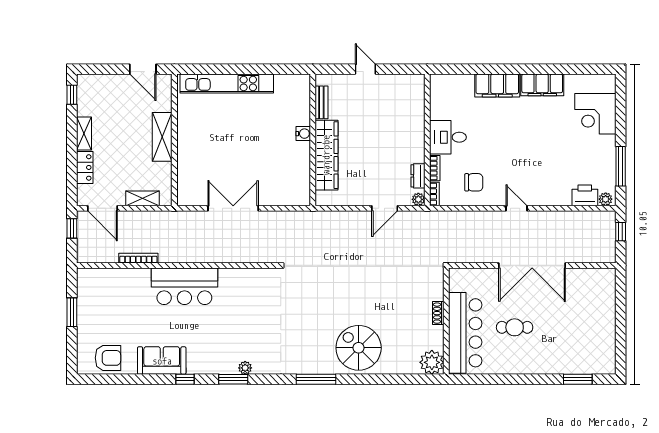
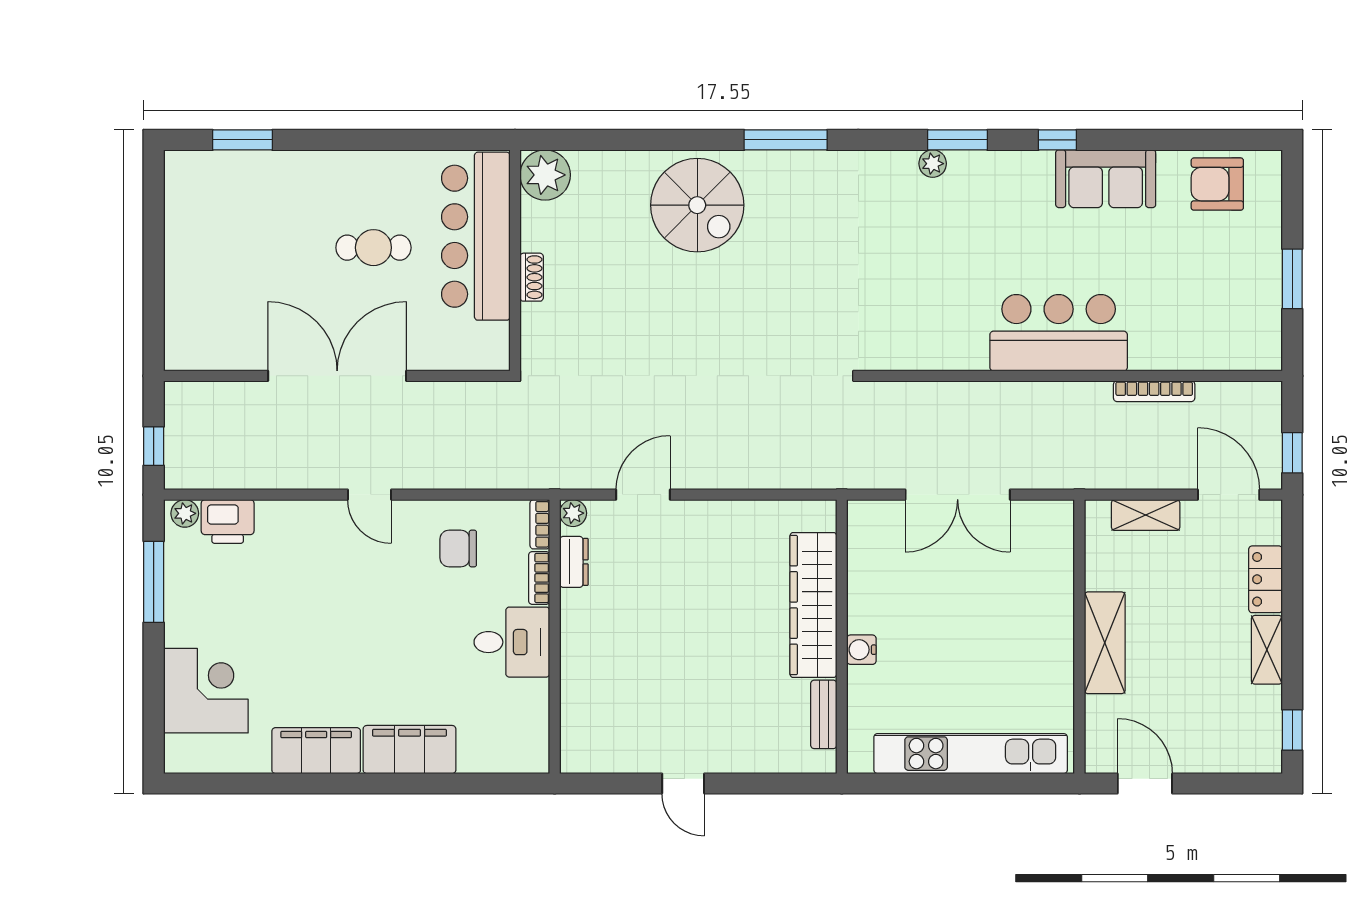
bench: (321, 102) -> (824, 714), moved
water cooler: (303, 134) -> (861, 650), moved
wall: (313, 140) -> (842, 637), moved
wardrobe: (326, 155) -> (813, 605), moved

